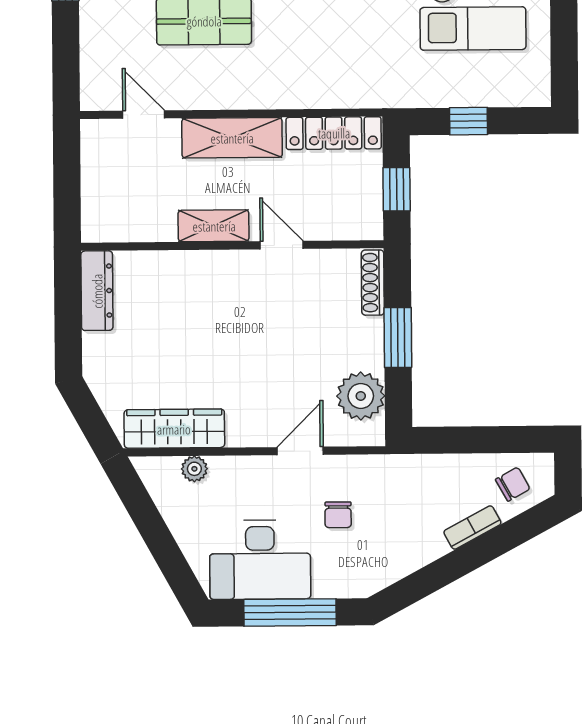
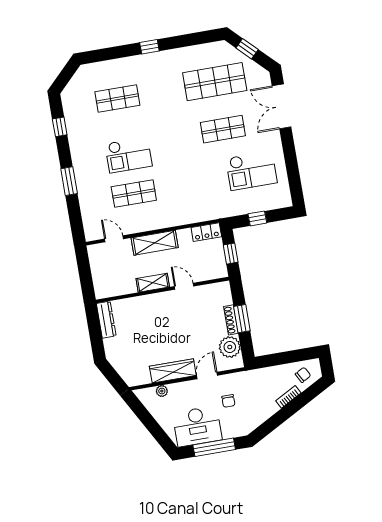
locker: (334, 133) -> (206, 232), width x0.66
shoe rack: (373, 283) -> (231, 320), moved
wardrobe: (174, 429) -> (173, 371), moved

